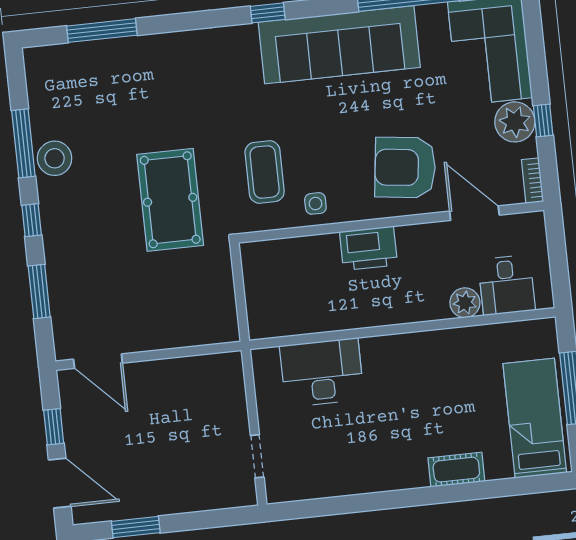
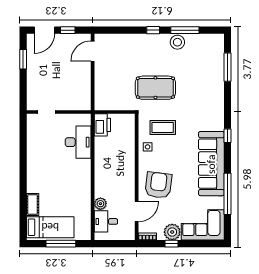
printer: (368, 248) -> (102, 125), moved, turned 180
window: (39, 291) -> (124, 30), removed
cot: (456, 470) -> (33, 204), moved

